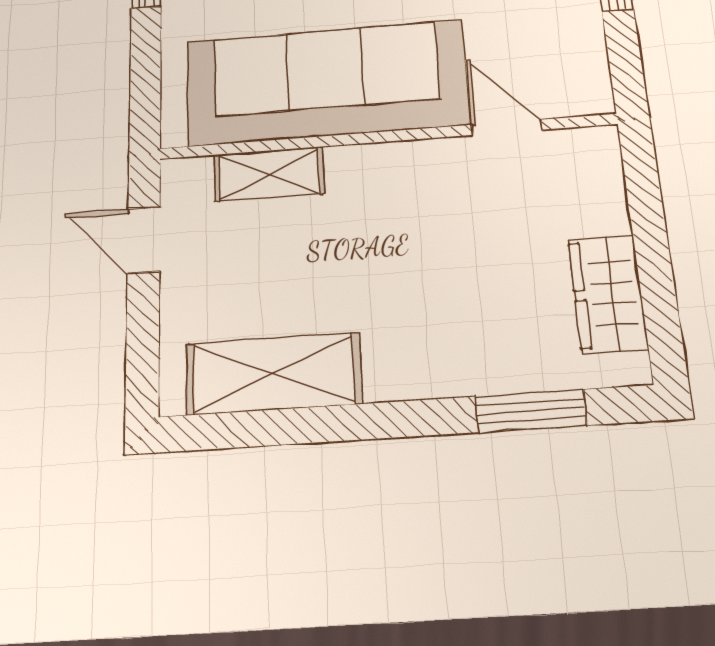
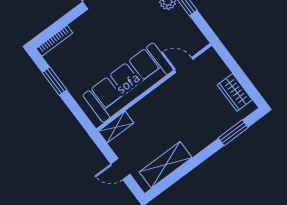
shelving: (269, 174) -> (116, 127), moved
door: (144, 240) -> (120, 169), moved

